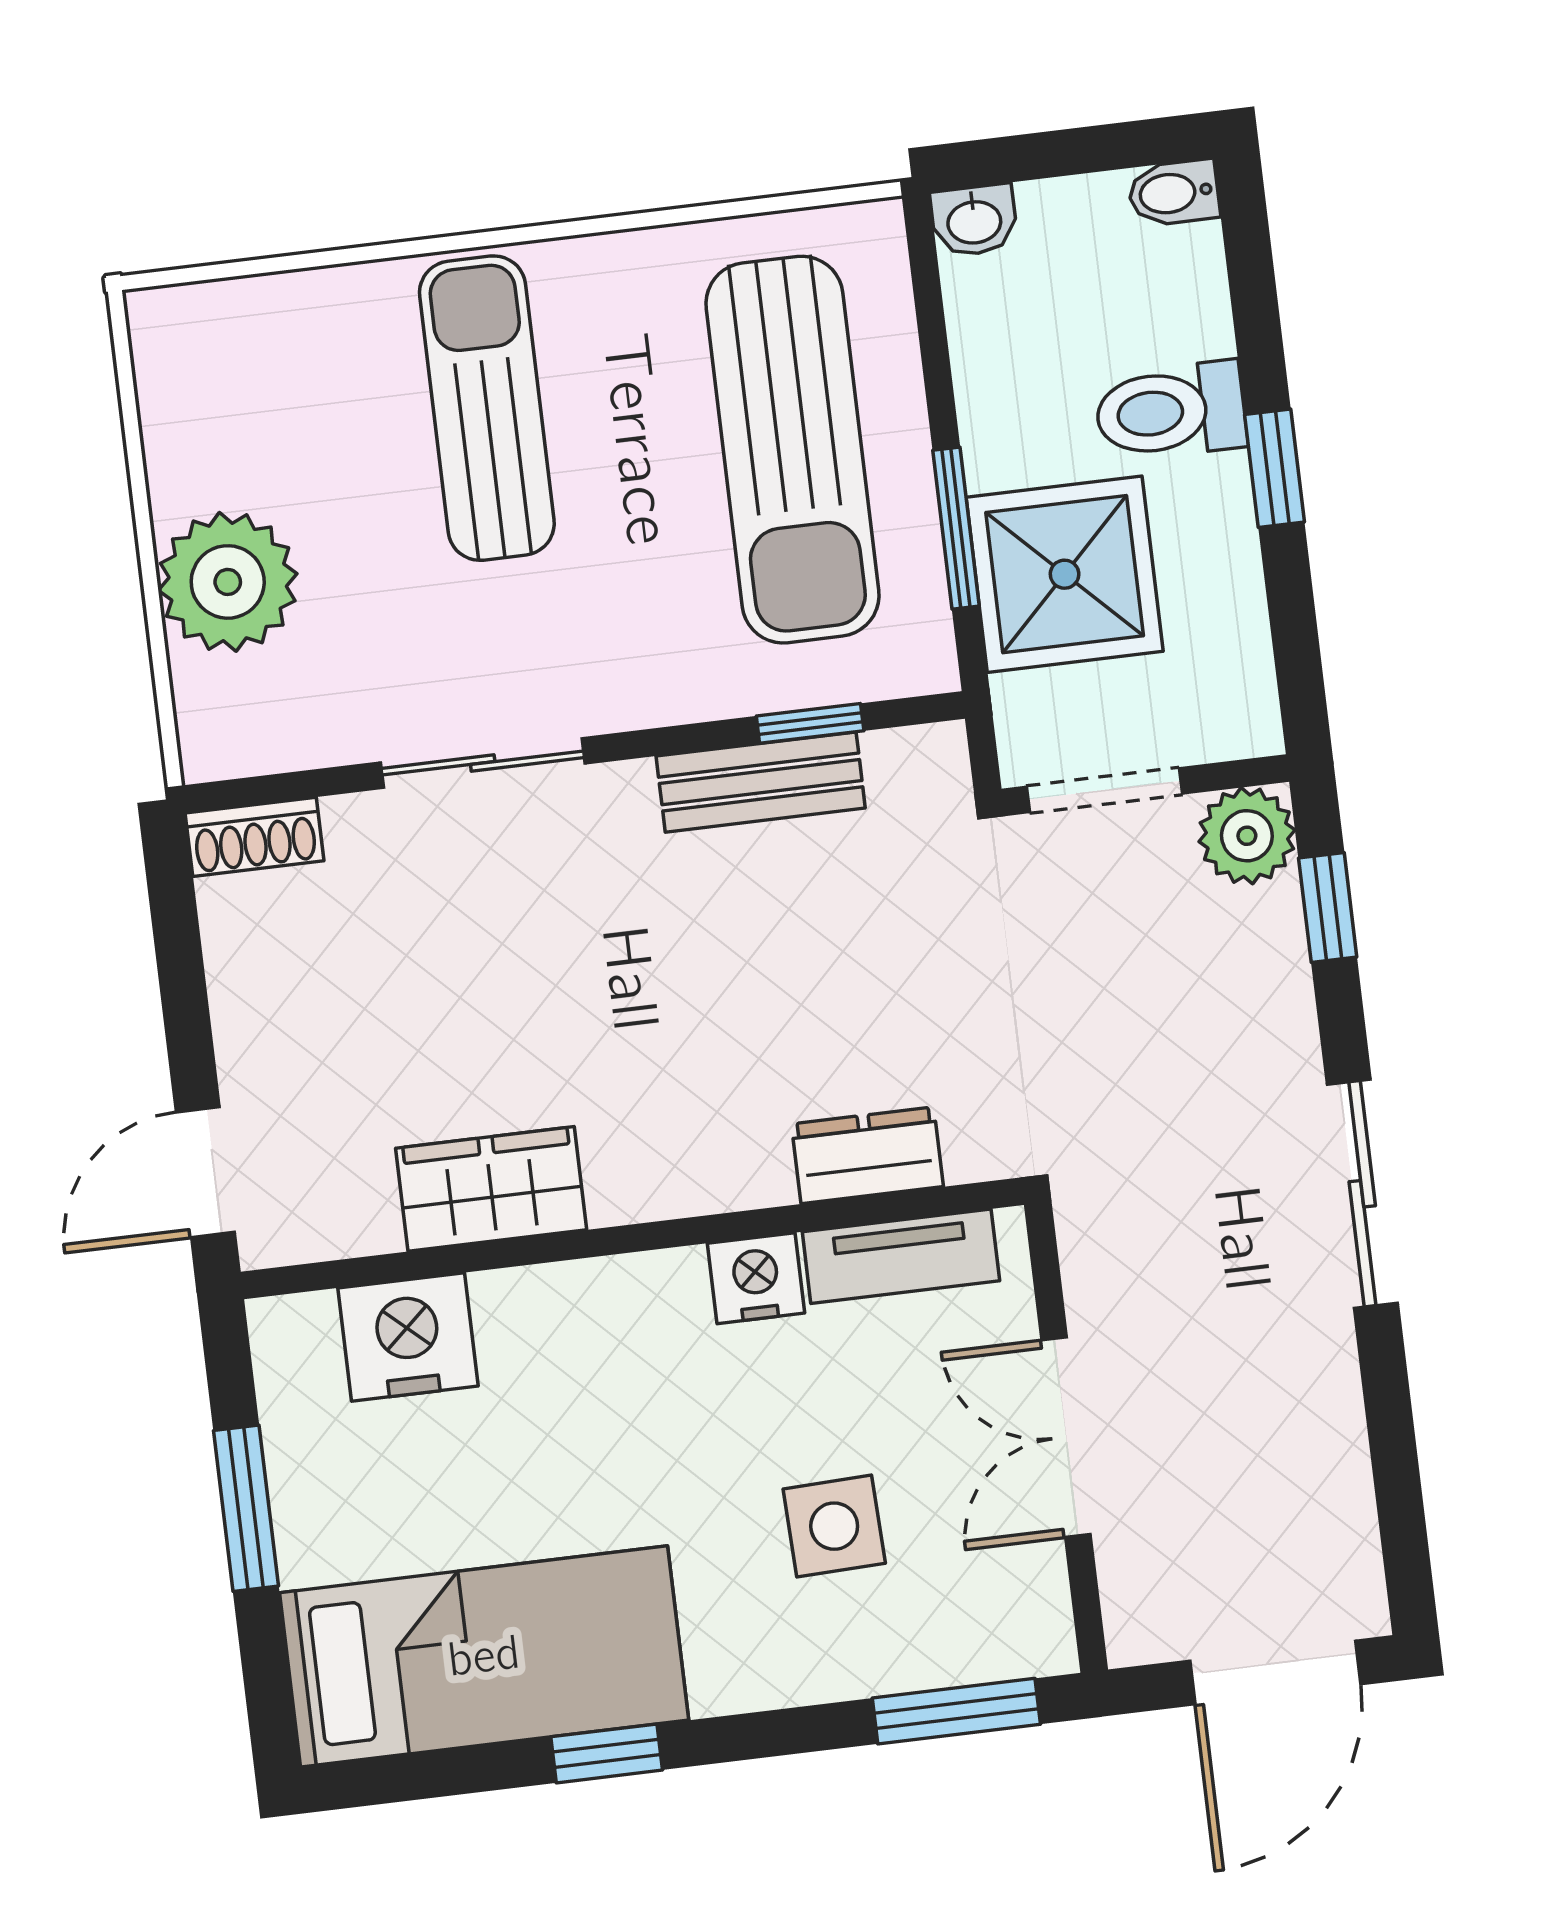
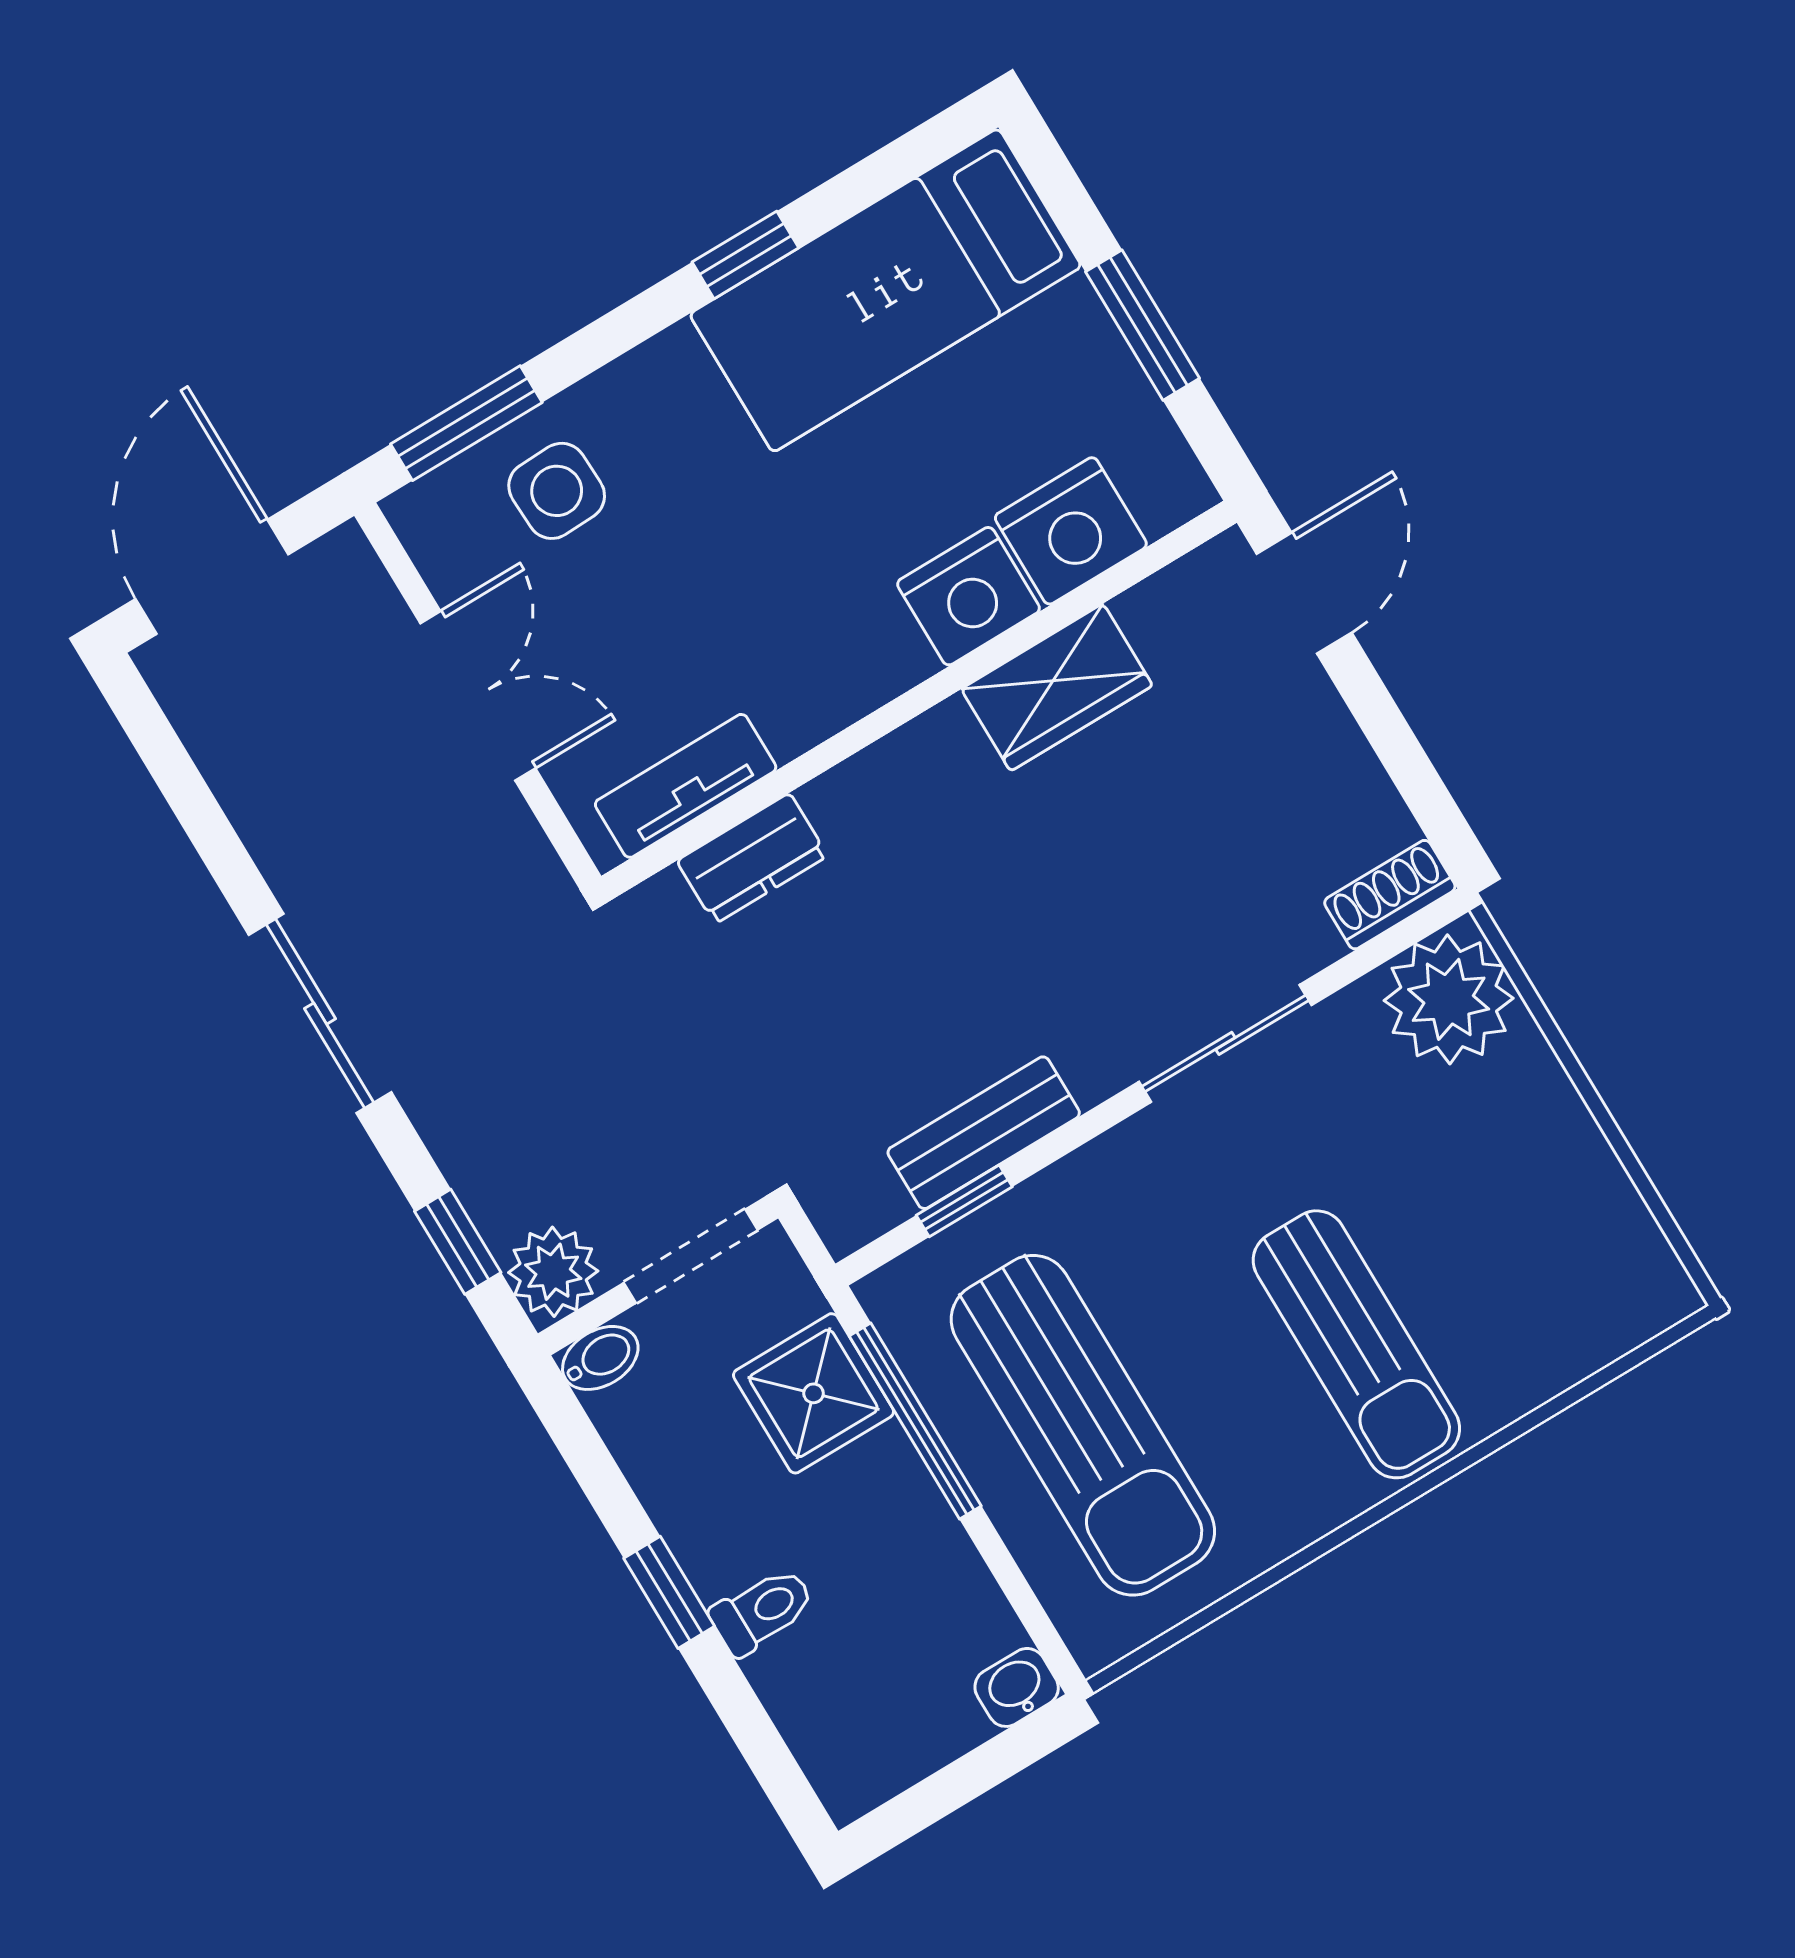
bidet: (1174, 193) -> (600, 1358), moved
toilet: (1171, 411) -> (762, 1611), width x0.73, depth x0.72
sun lounger: (792, 450) -> (1083, 1425), turned 180
window: (956, 528) -> (915, 1421), width x1.44
shower: (1065, 574) -> (814, 1393), width x0.73, depth x0.73
plant: (228, 582) -> (1449, 999), moved
nightstand: (756, 1278) -> (968, 596), moved, width x1.36, depth x1.33
side table: (834, 1526) -> (557, 491), moved

